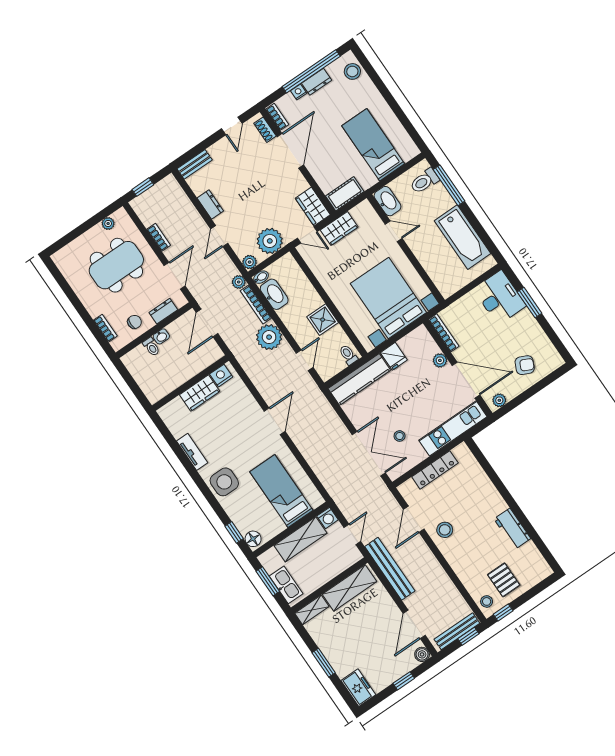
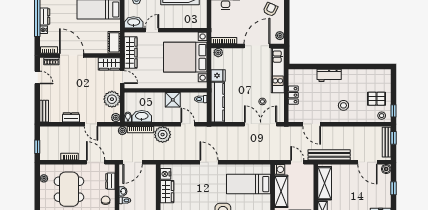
wardrobe: (339, 228) -> (131, 53), width x1.50
door: (307, 235) -> (122, 77), hinge flipped
door: (207, 323) -> (133, 162), hinge flipped
plant: (440, 360) -> (218, 53), moved
locker: (435, 470) -> (293, 95), width x0.66
workbench: (512, 529) -> (329, 75), moved
stool: (445, 530) -> (343, 105), moved

